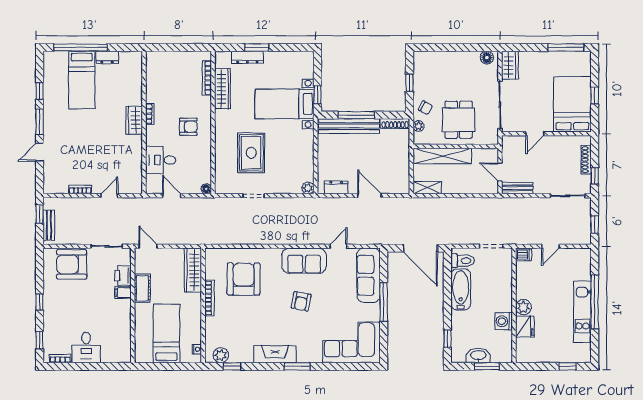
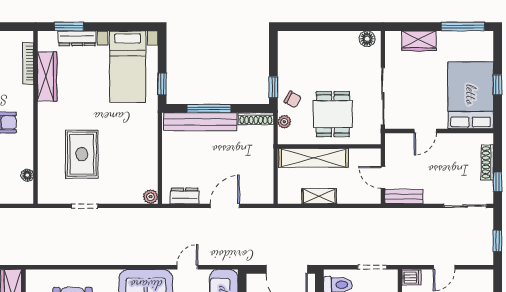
window: (257, 48) -> (69, 27), moved
wardrobe: (510, 65) -> (419, 41), moved, turned 90
window: (409, 83) -> (273, 87), moved
bed with nightstands: (284, 104) -> (128, 67), moved, turned -90
shelving: (427, 188) -> (319, 196), moved
floor lamp: (206, 189) -> (27, 175), moved
door: (369, 196) -> (225, 206), hinge flipped

